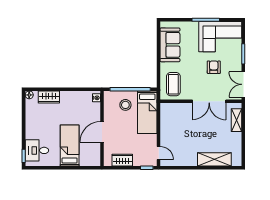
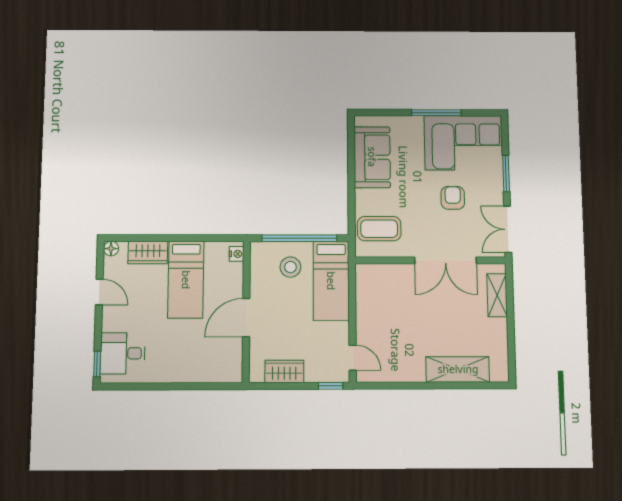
coffee table: (173, 84) -> (379, 229), turned 90
door: (24, 118) -> (99, 292), added
bed: (70, 145) -> (186, 280), moved, turned 180

